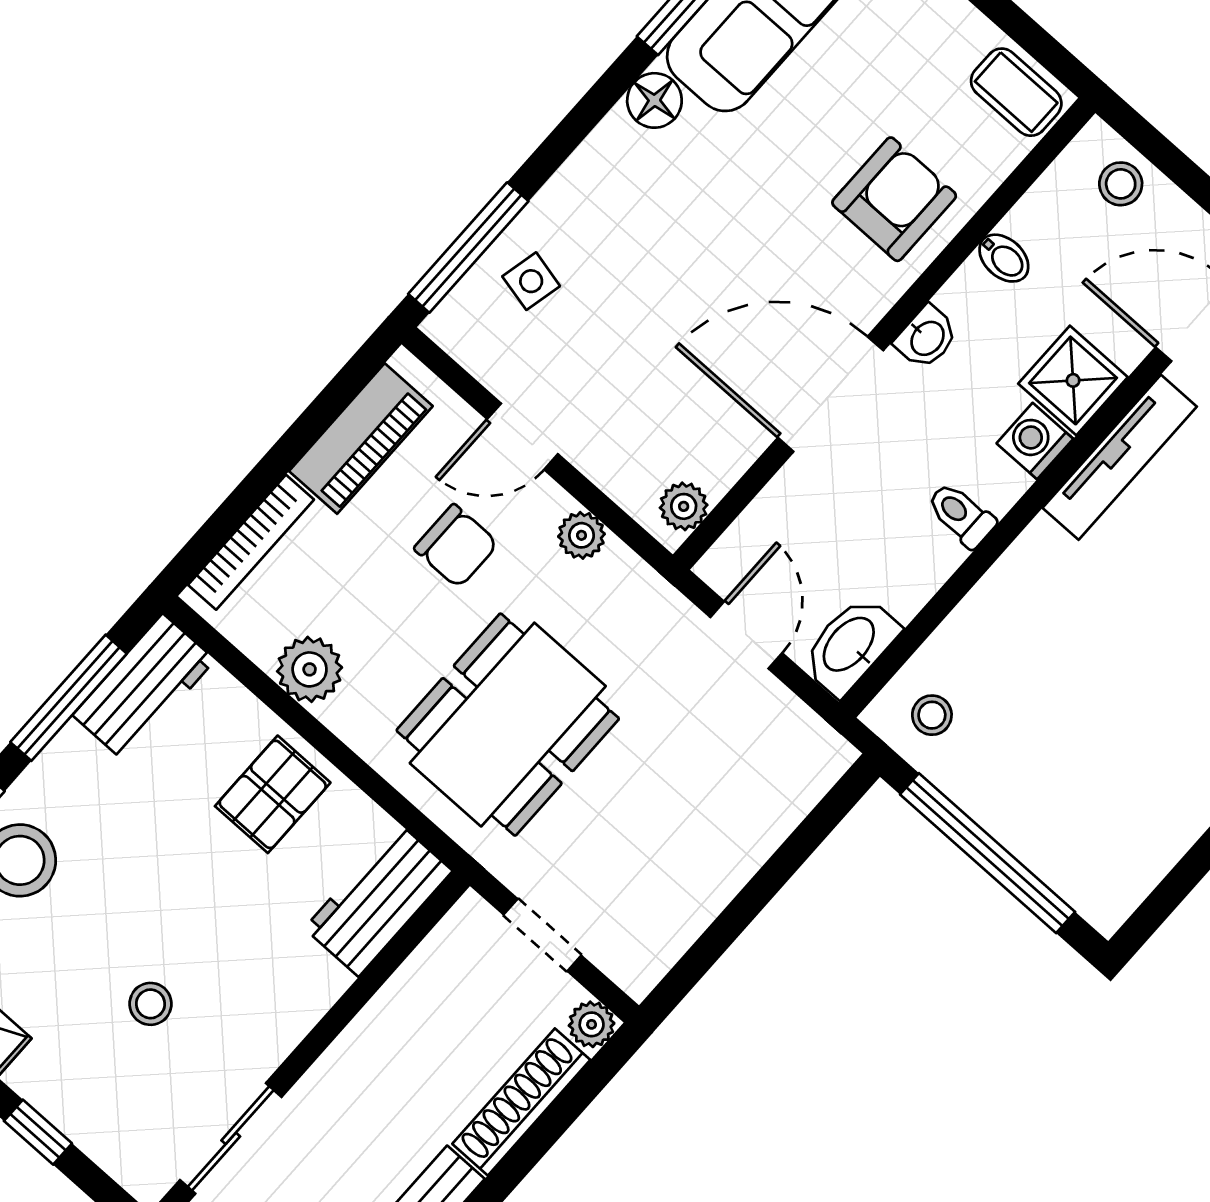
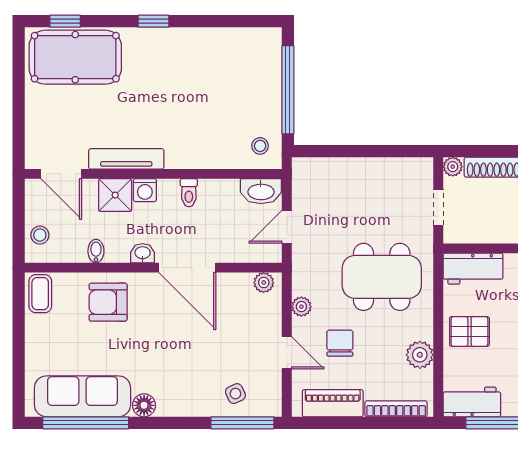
side table: (531, 281) -> (235, 394), turned -38

